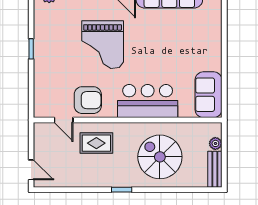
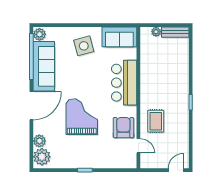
grand piano: (103, 45) -> (82, 117), turned -90
side table: (197, 47) -> (84, 46), added
door: (64, 120) -> (138, 146), hinge flipped
spiral stairs: (160, 157) -> (166, 73), removed

